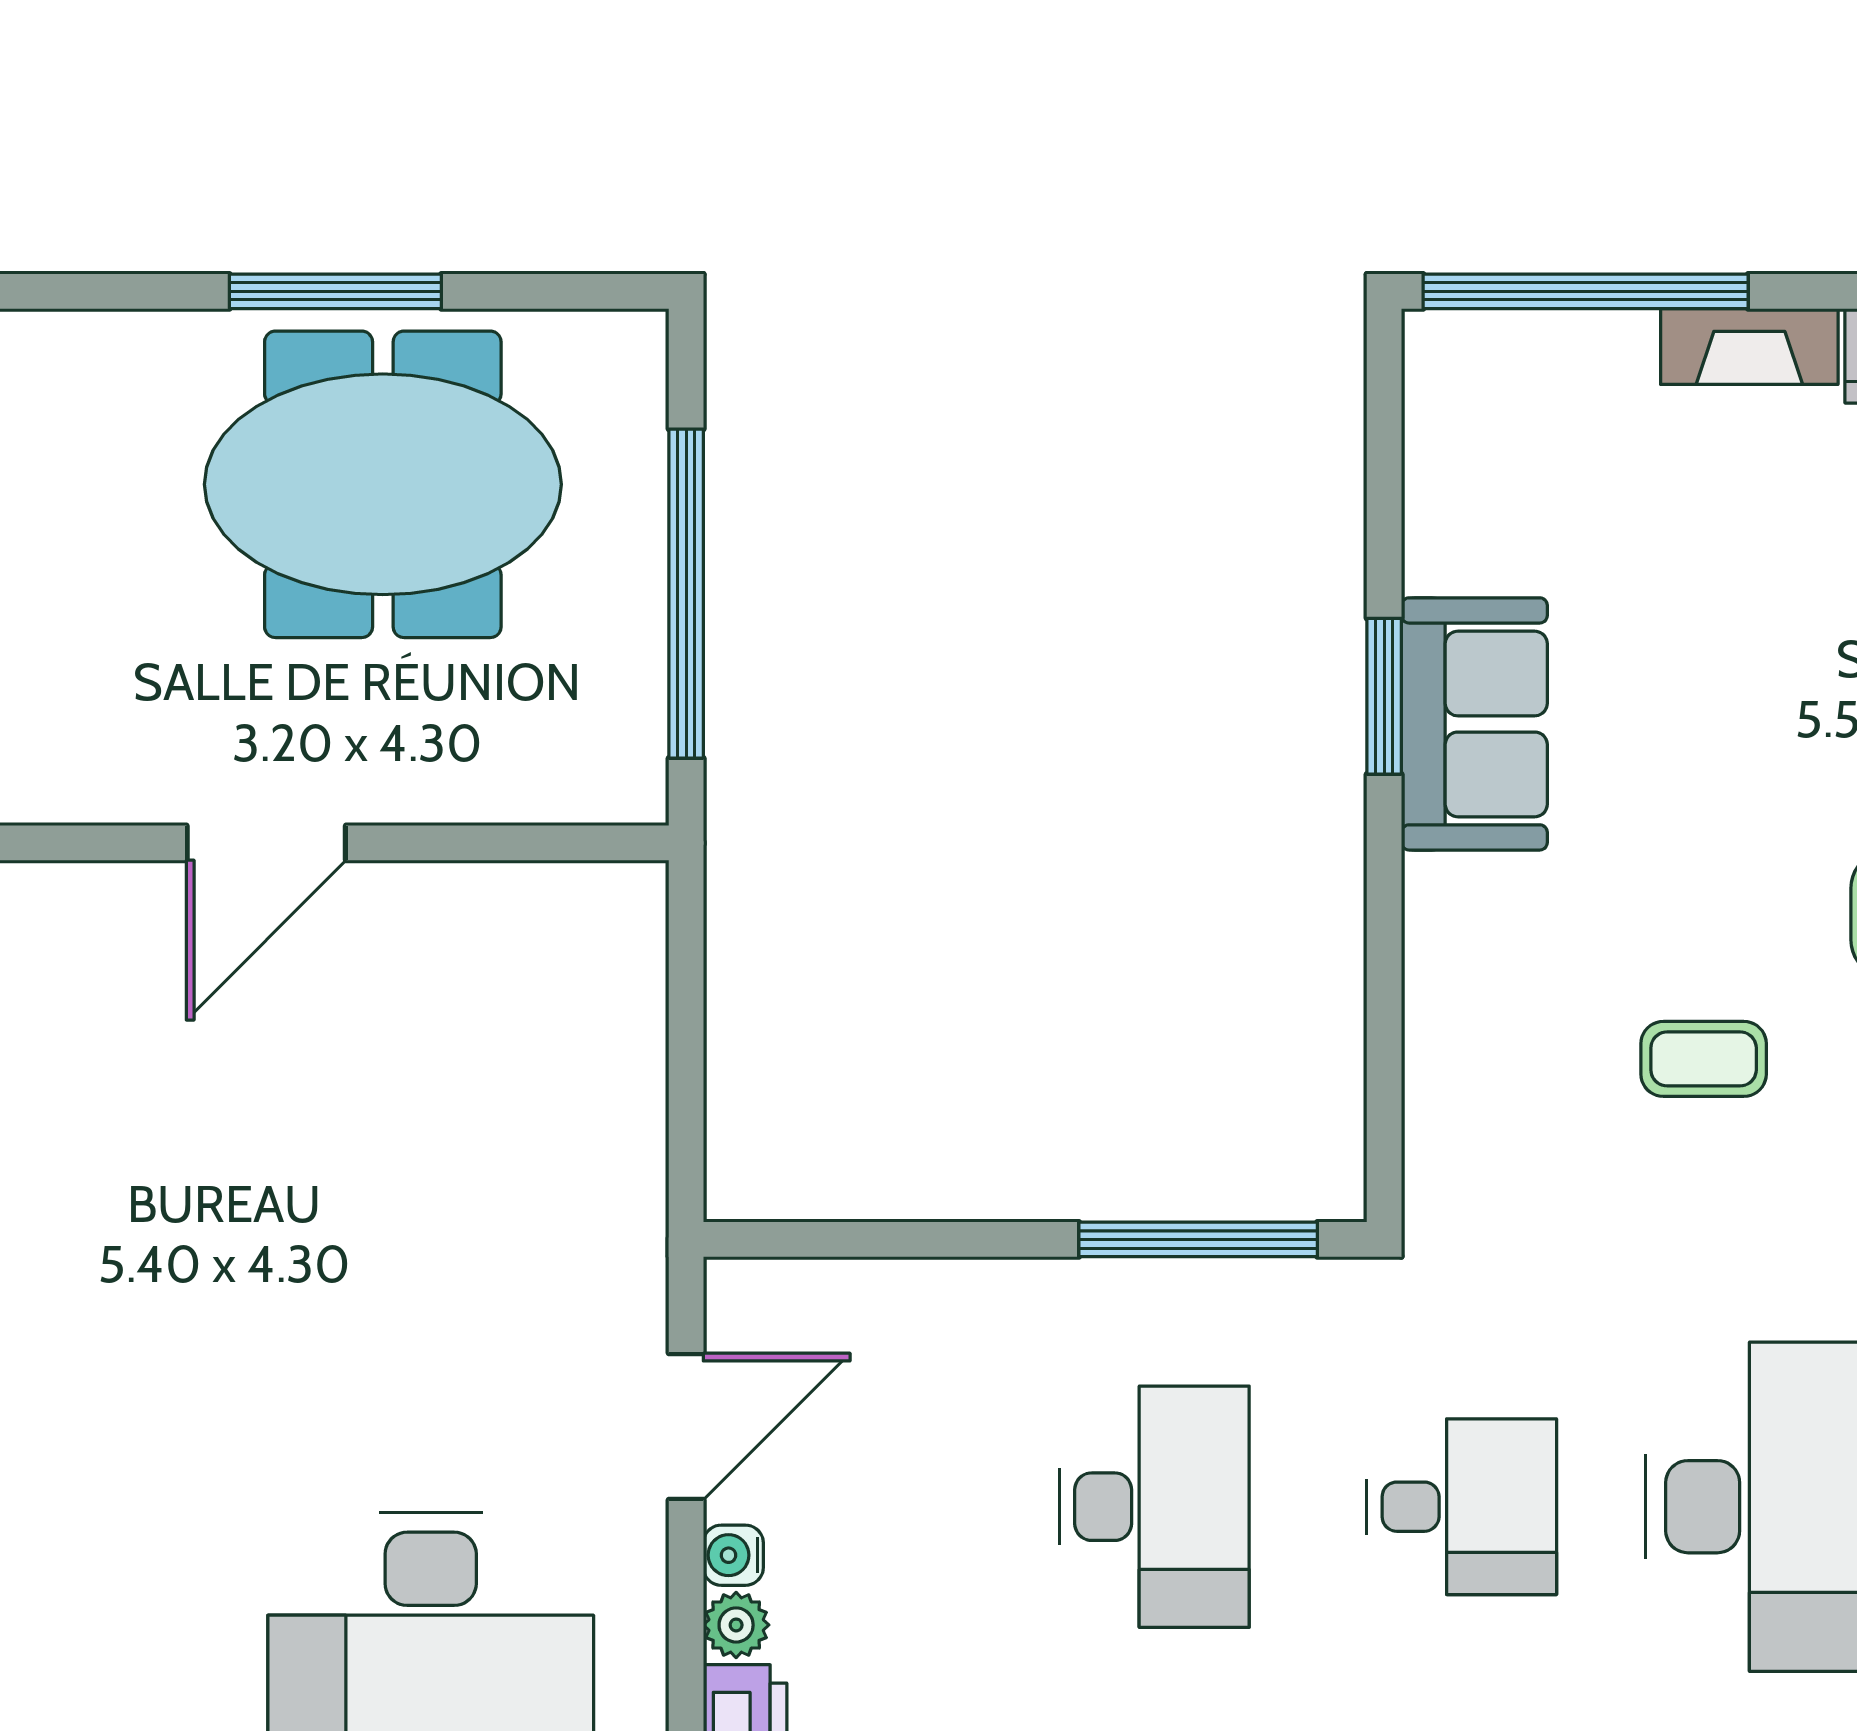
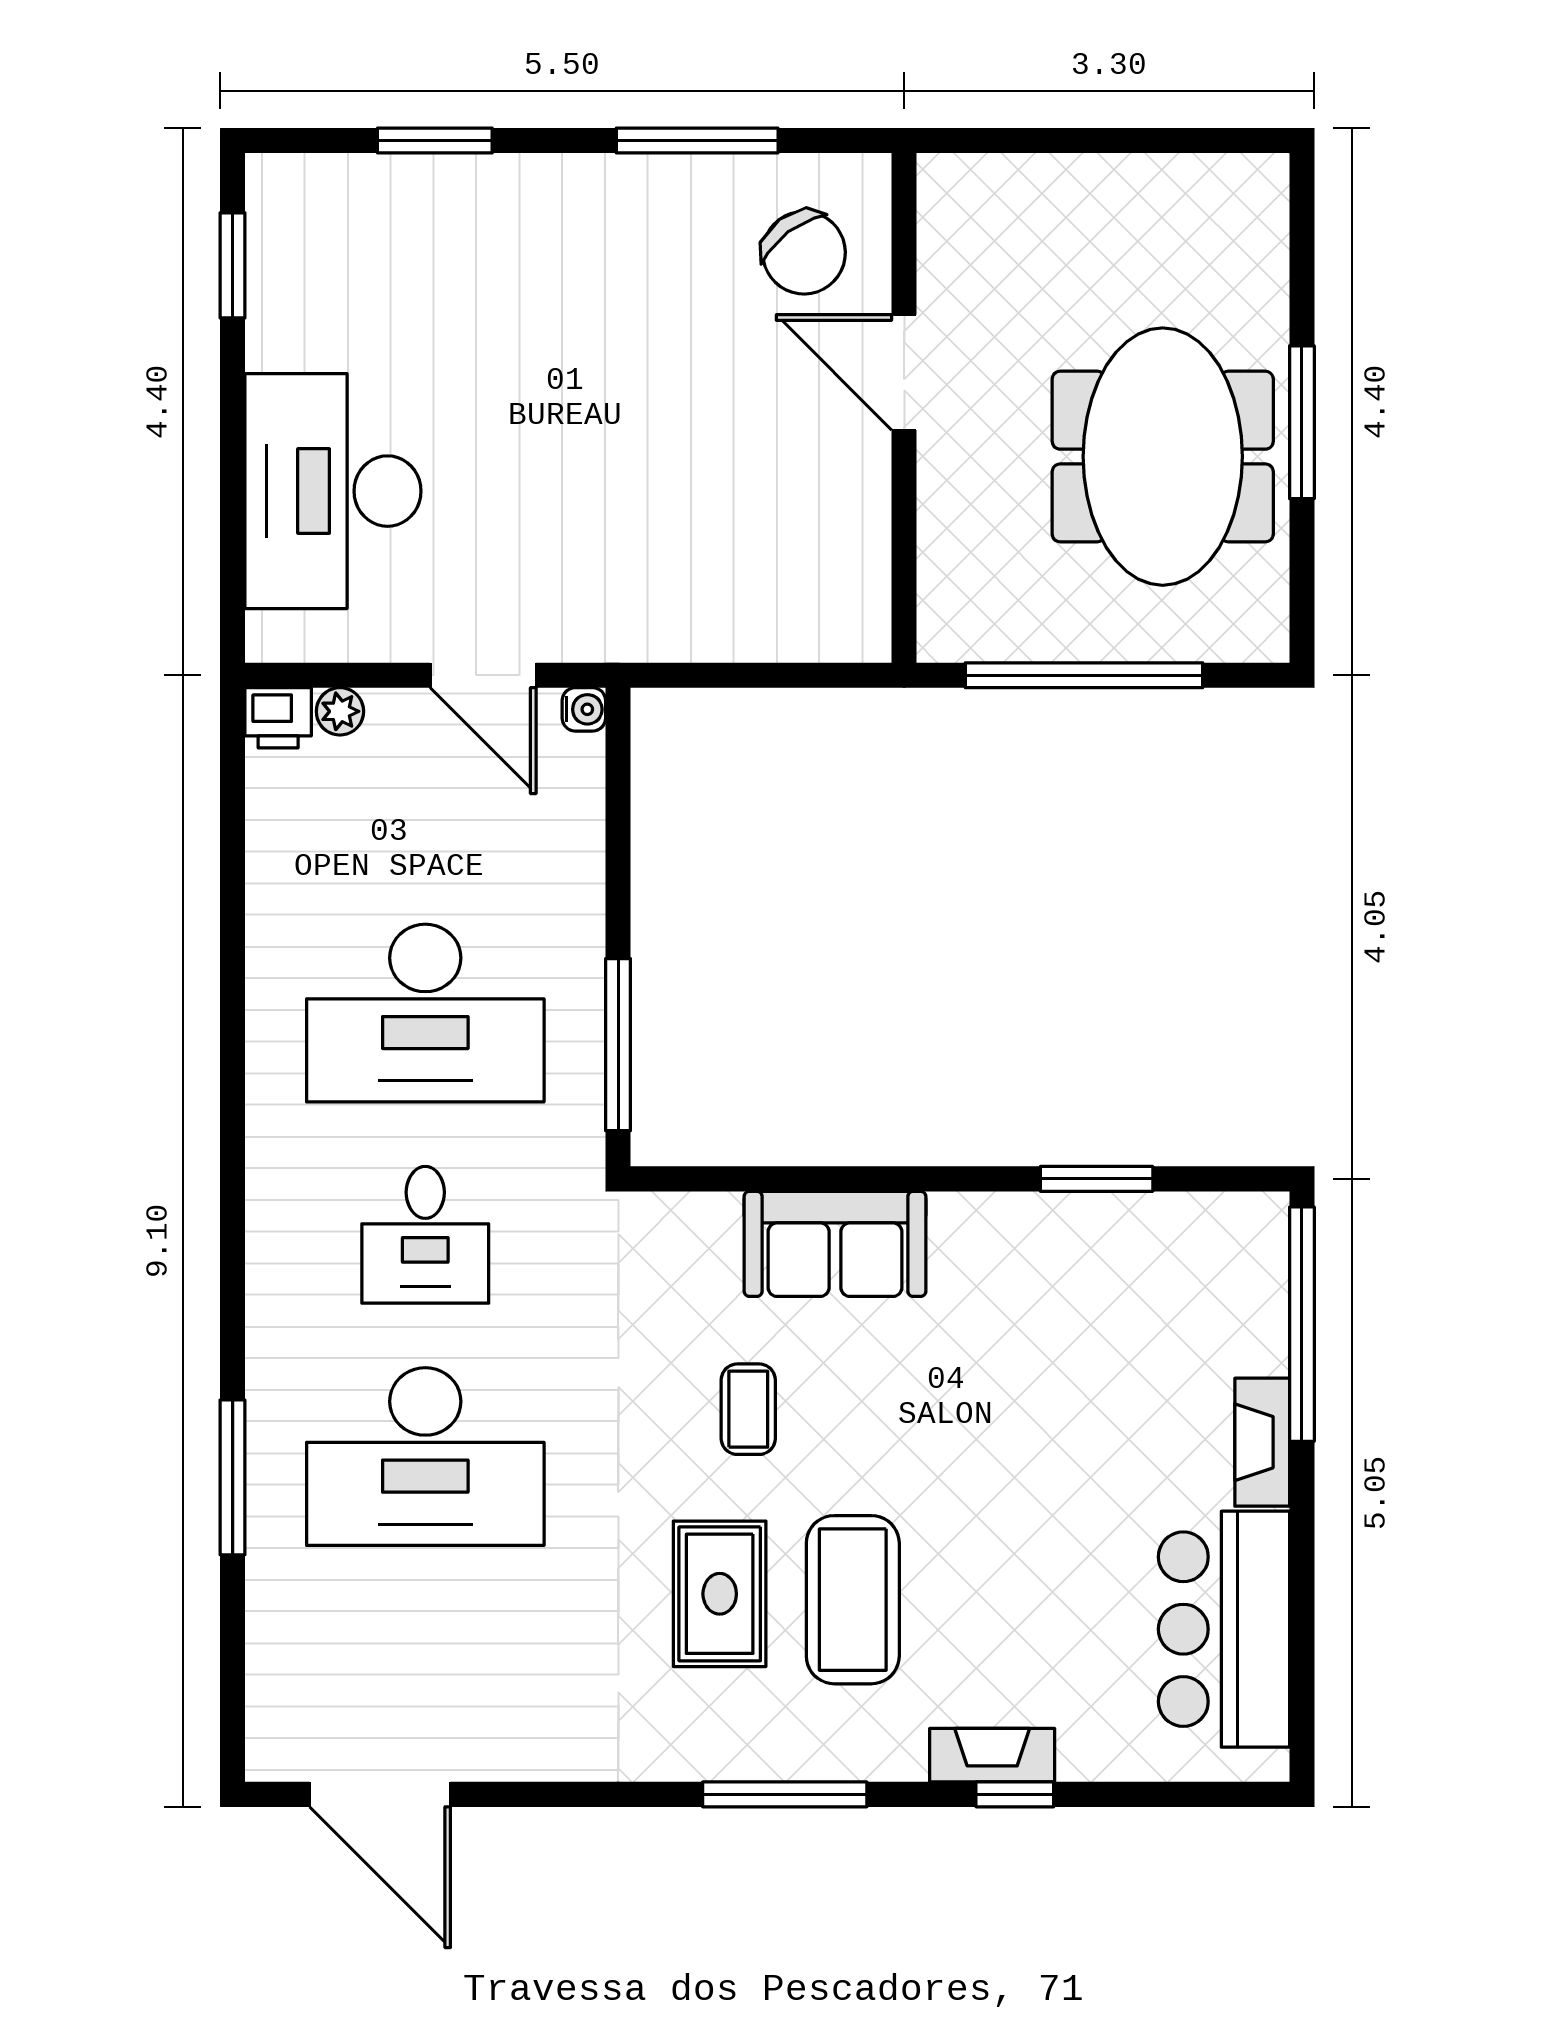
window: (1384, 696) -> (1097, 1179), moved
sofa: (1474, 724) -> (835, 1244), moved
chair: (100, 982) -> (804, 253), added
desk: (1154, 1507) -> (425, 1013), width x1.36, depth x1.30
water cooler: (733, 1555) -> (584, 709), moved, turned 90

